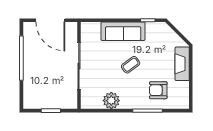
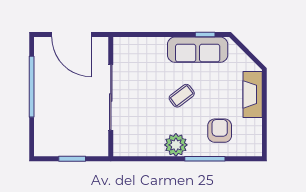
sofa: (123, 31) -> (198, 50), moved
armchair: (158, 90) -> (220, 131), turned 90
plant: (111, 101) -> (176, 145), moved

